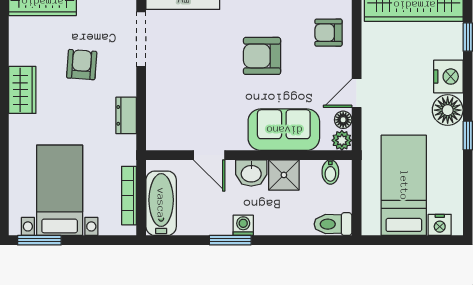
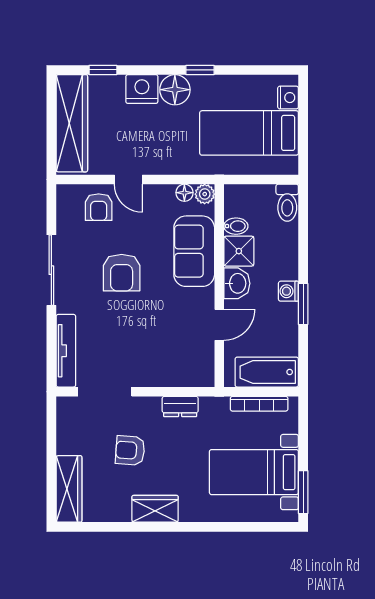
door: (357, 93) -> (128, 180), moved
bidet: (330, 172) -> (236, 226), moved

